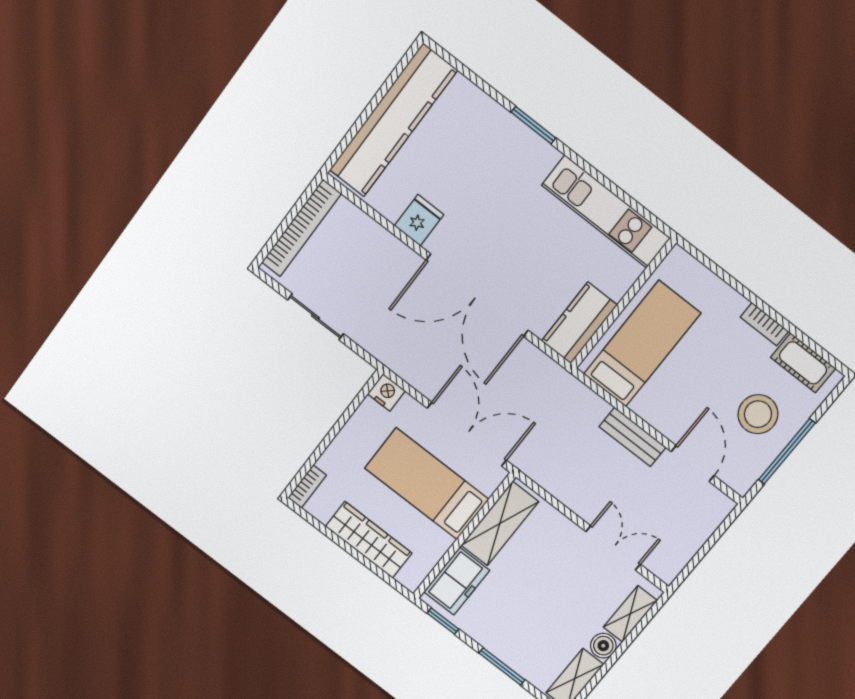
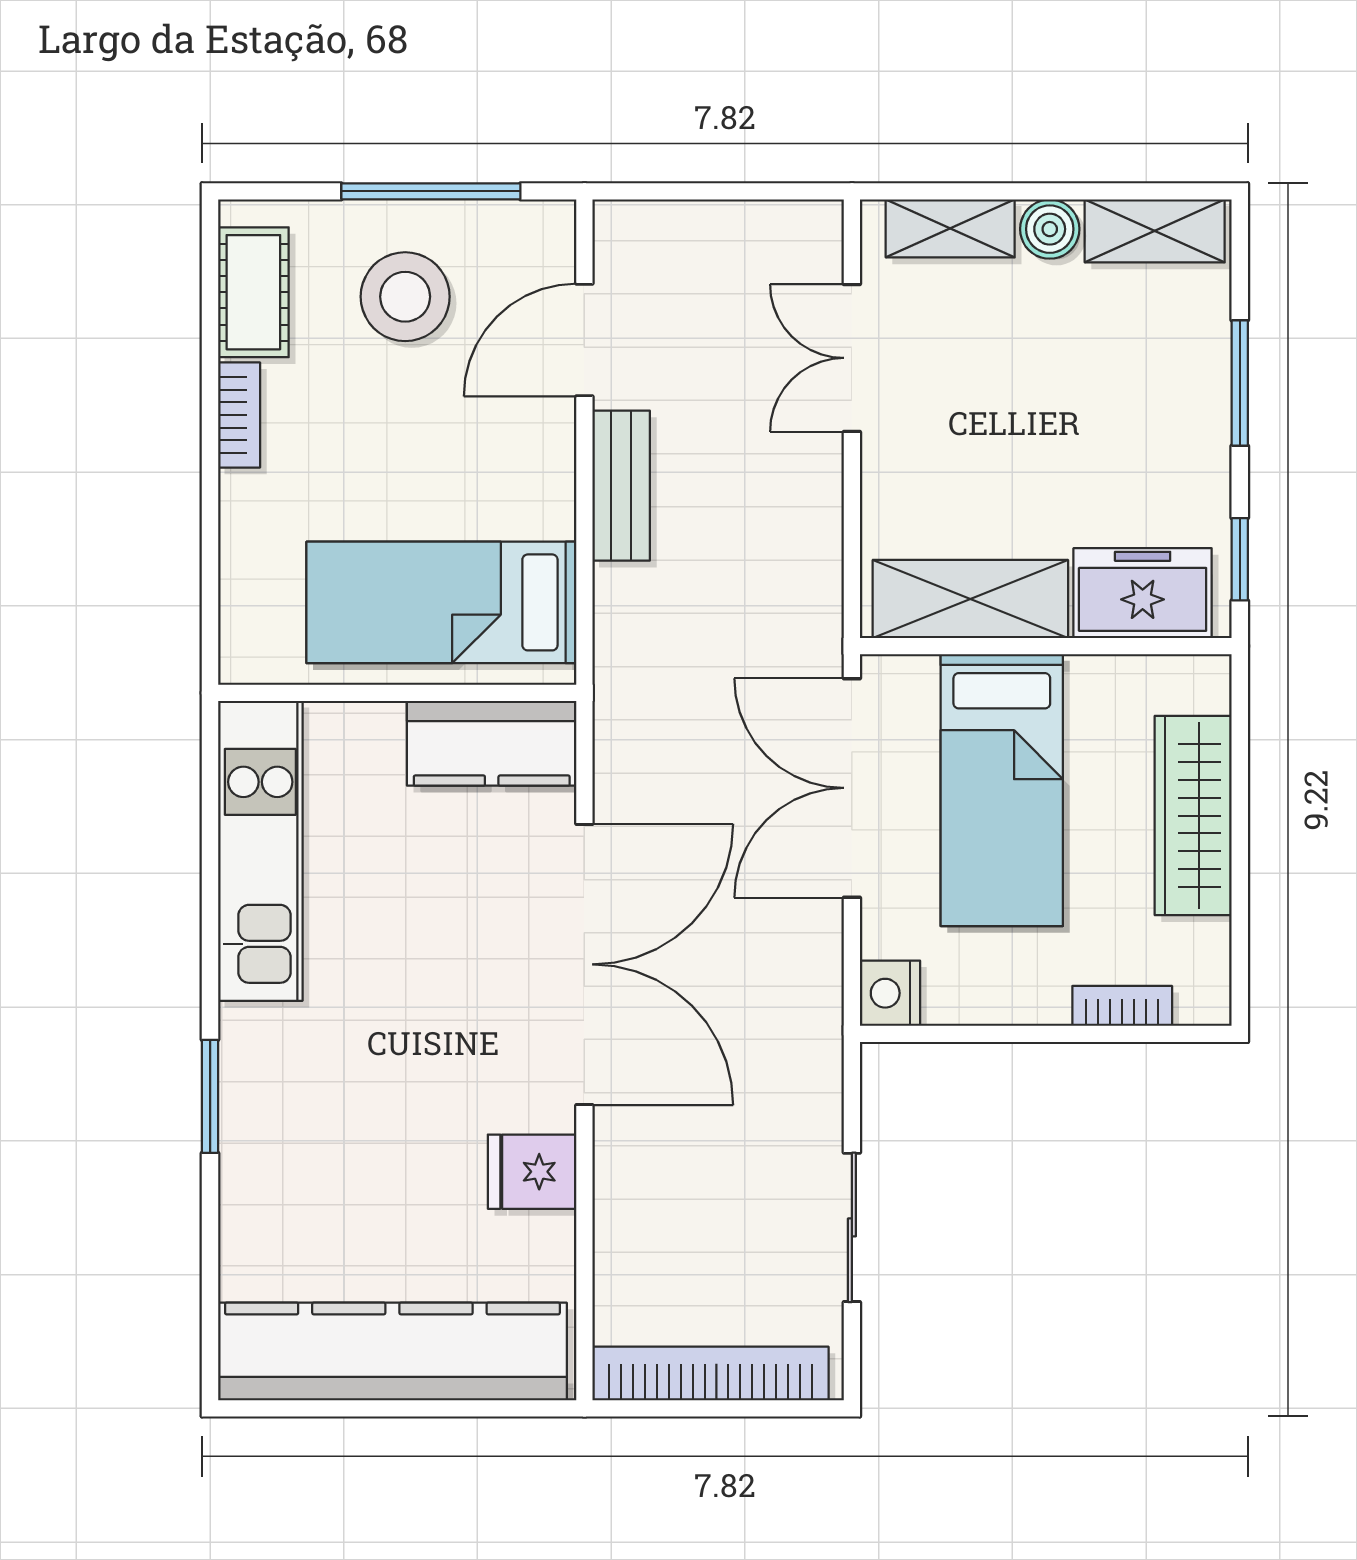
bookcase: (307, 486) -> (1122, 1006), moved

